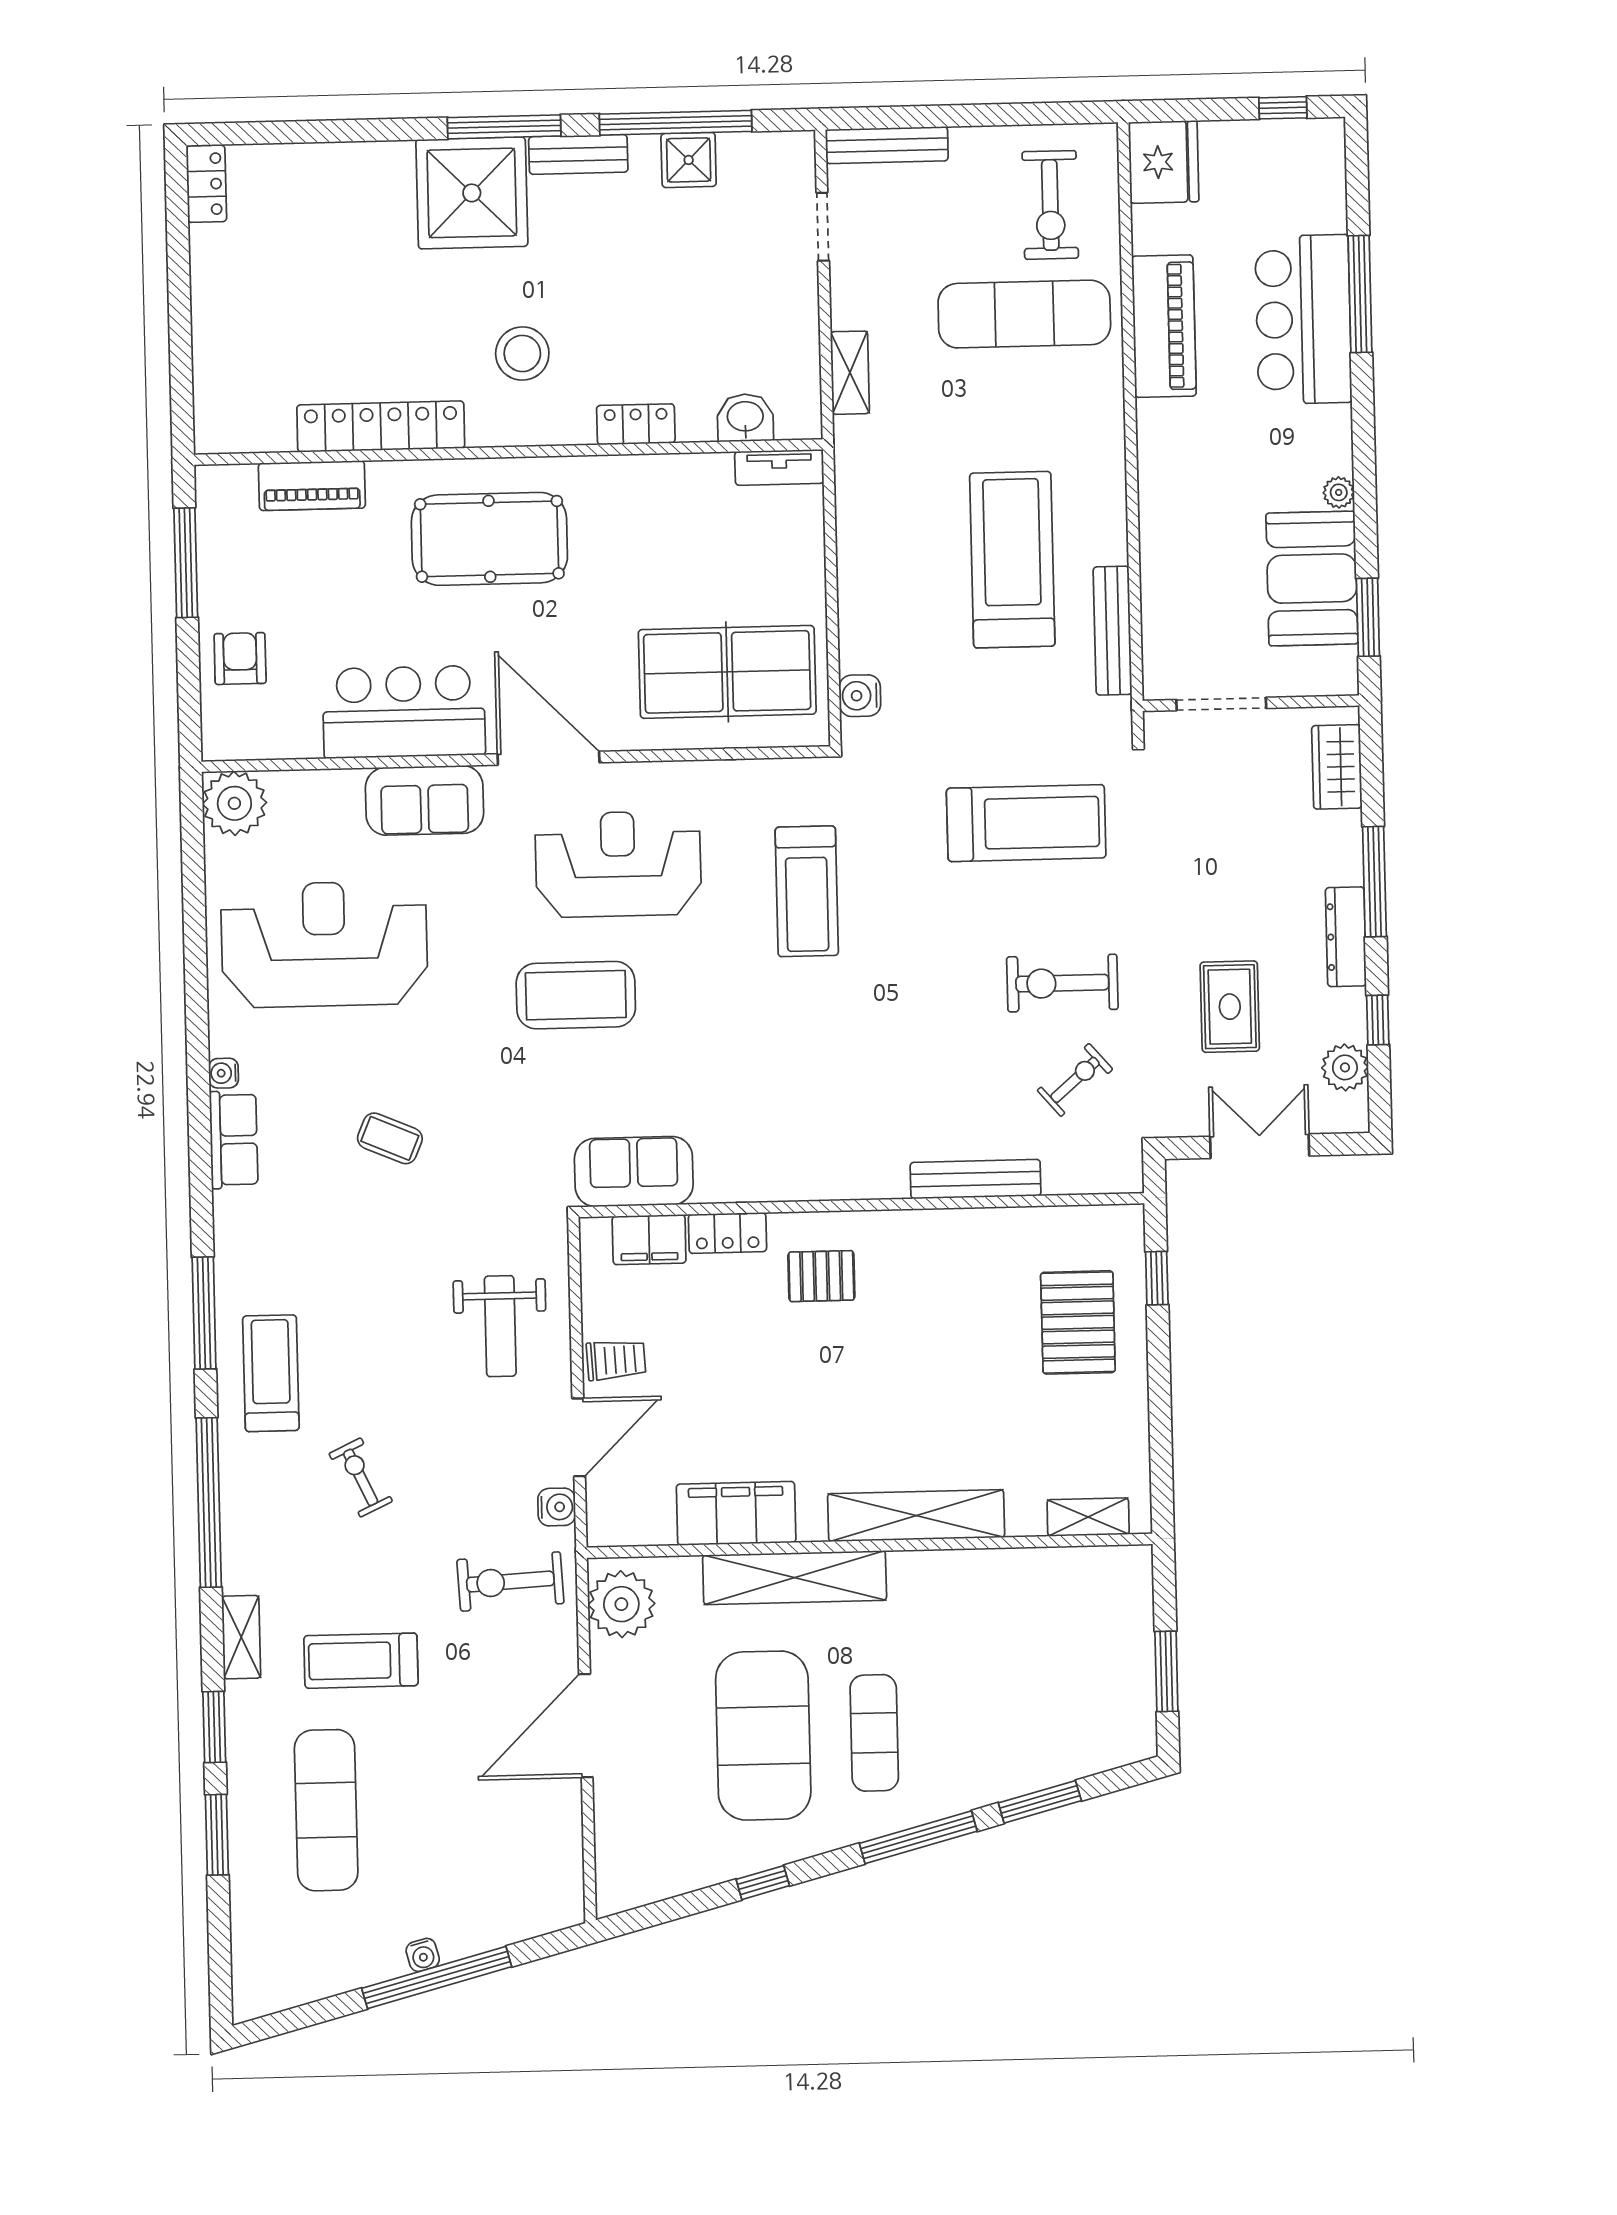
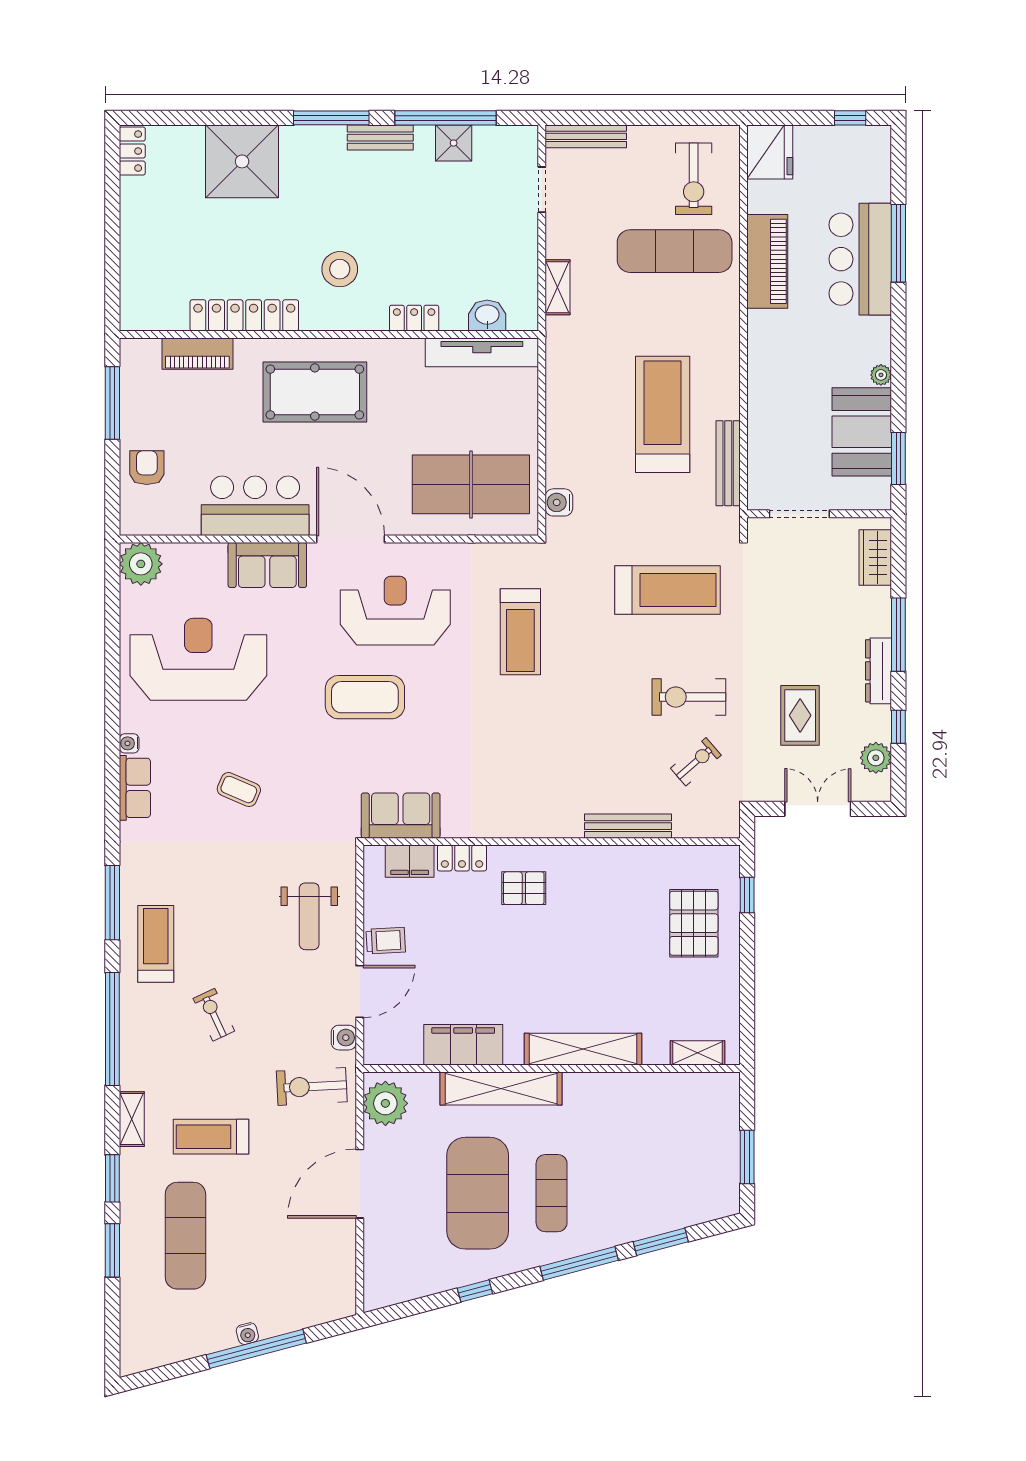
shower: (472, 193) -> (242, 161), moved
tv unit: (779, 467) -> (482, 352), width x1.92, depth x1.29

